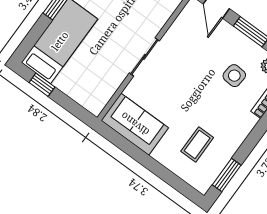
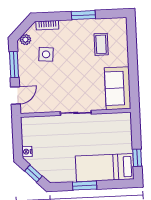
coffee table: (197, 144) -> (101, 44), turned 90
window: (227, 175) -> (83, 15), moved

